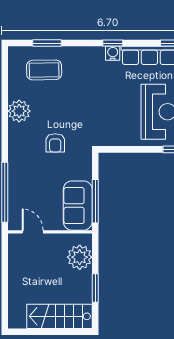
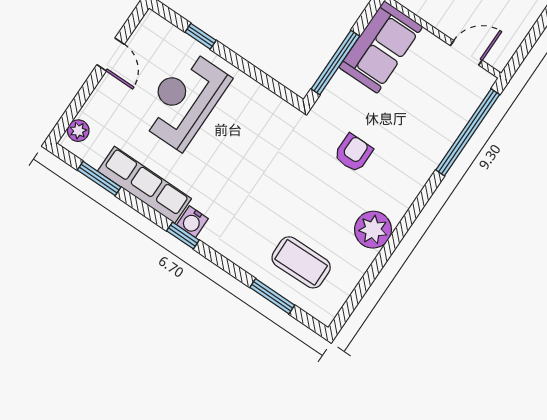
window: (95, 201) -> (335, 63), moved
door: (33, 232) -> (466, 53), swing flipped

